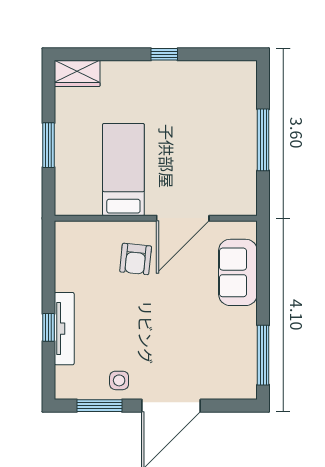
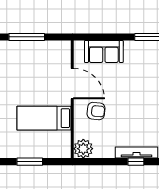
plant: (71, 237) -> (83, 149), added

